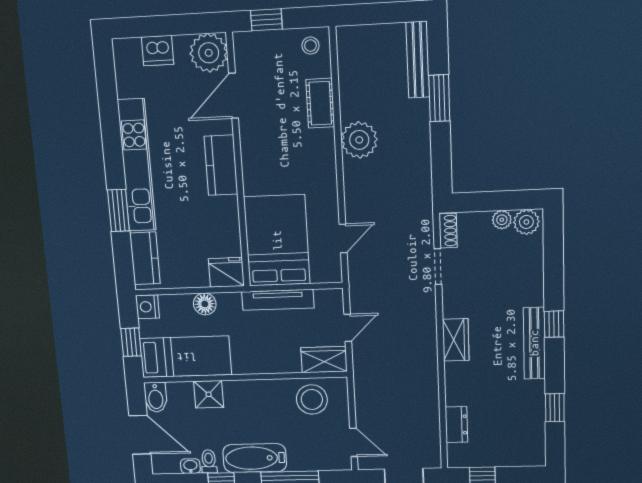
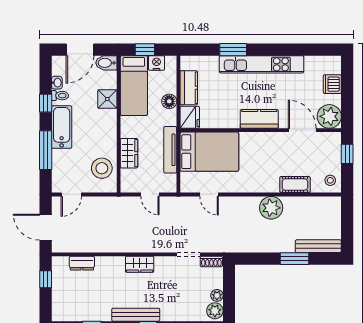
kitchen counter: (145, 258) -> (189, 88), moved, turned -90
nightstand: (147, 307) -> (157, 63), moved
wardrobe: (324, 360) -> (129, 153), moved

